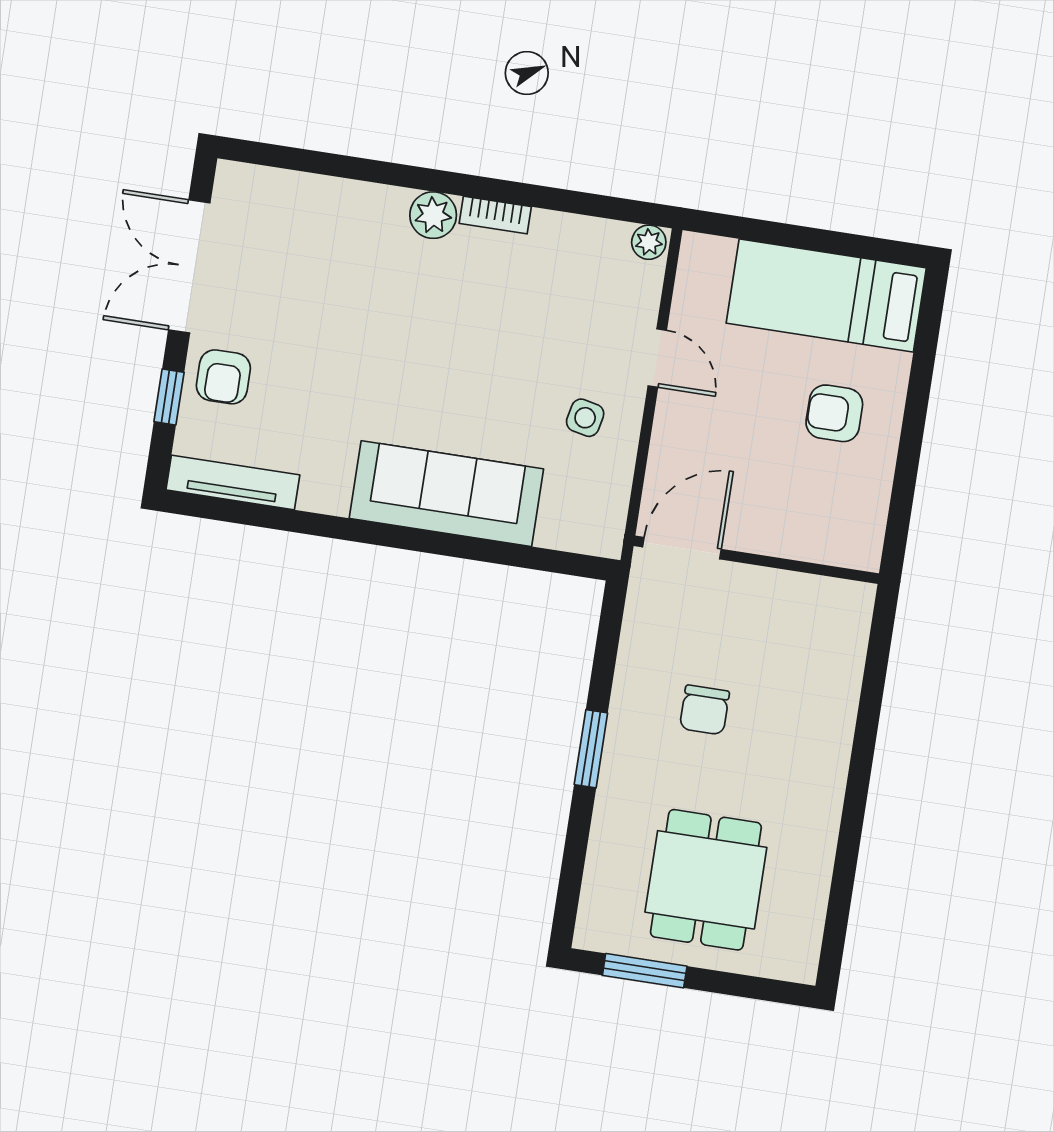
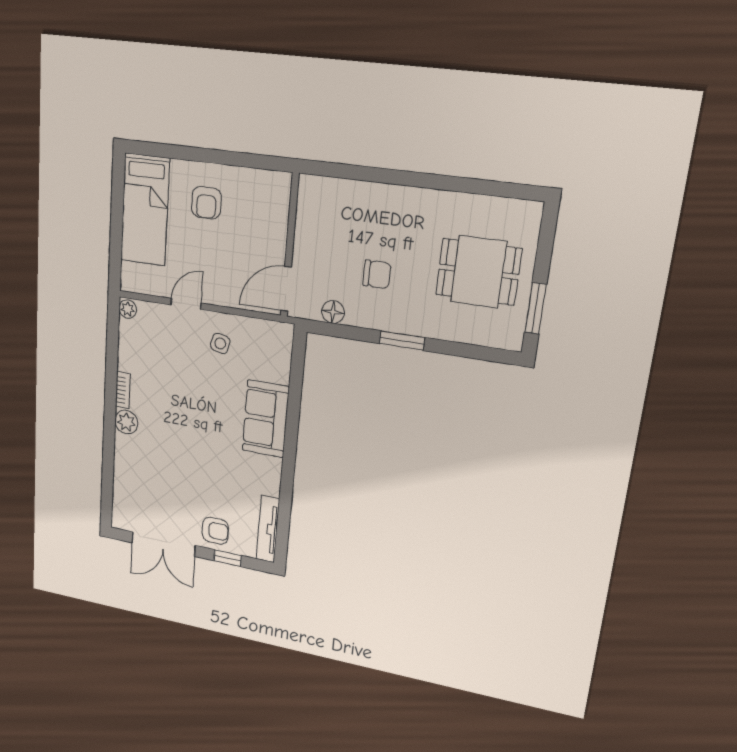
sofa: (446, 494) -> (266, 419), width x0.73
door: (682, 548) -> (286, 289), hinge flipped
floor lamp: (641, 630) -> (333, 312), added

